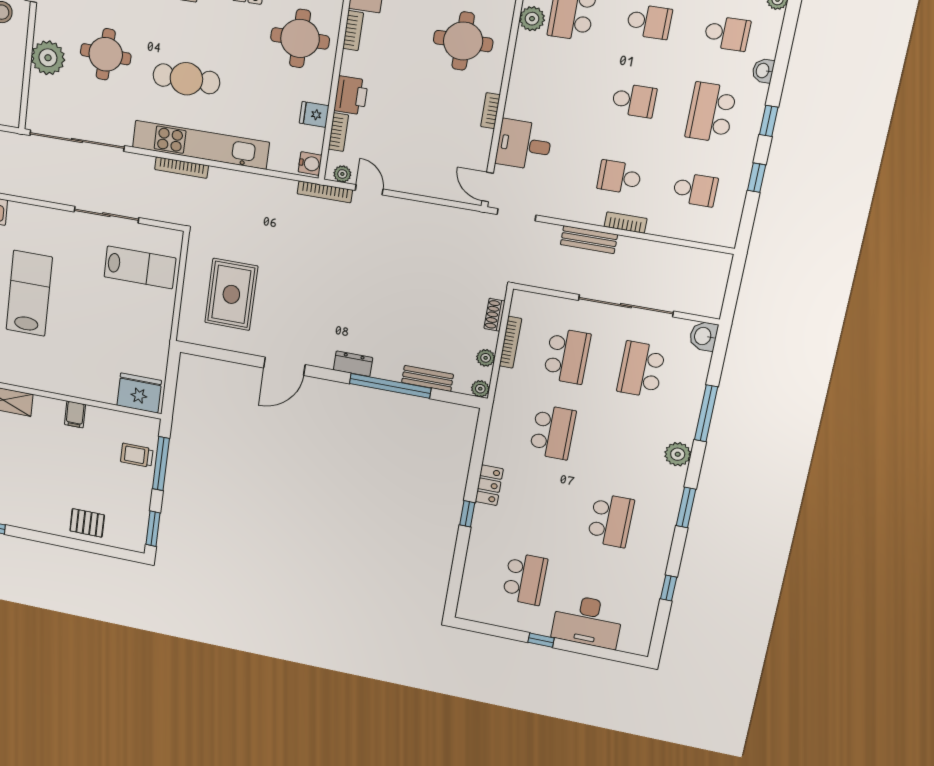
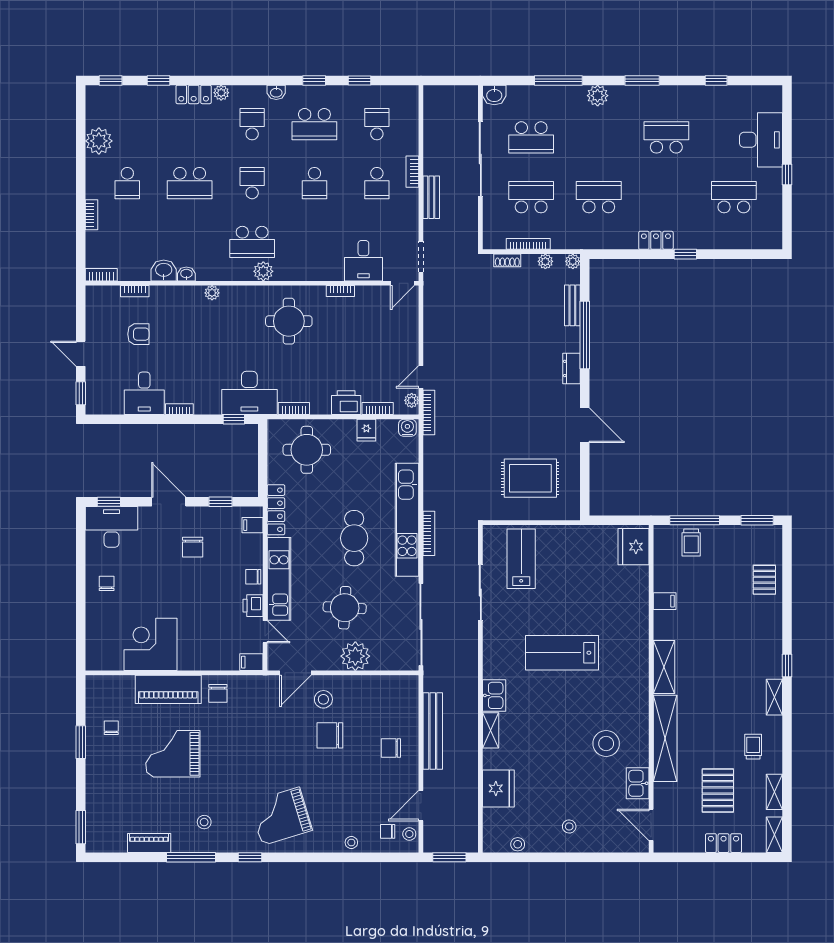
school desk: (634, 100) -> (314, 183), turned 180

